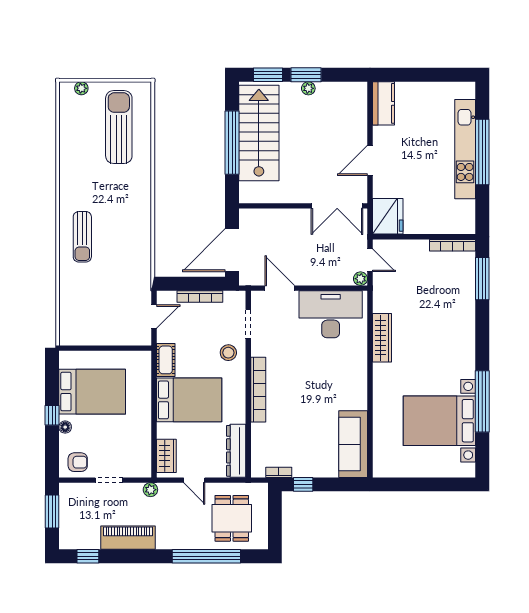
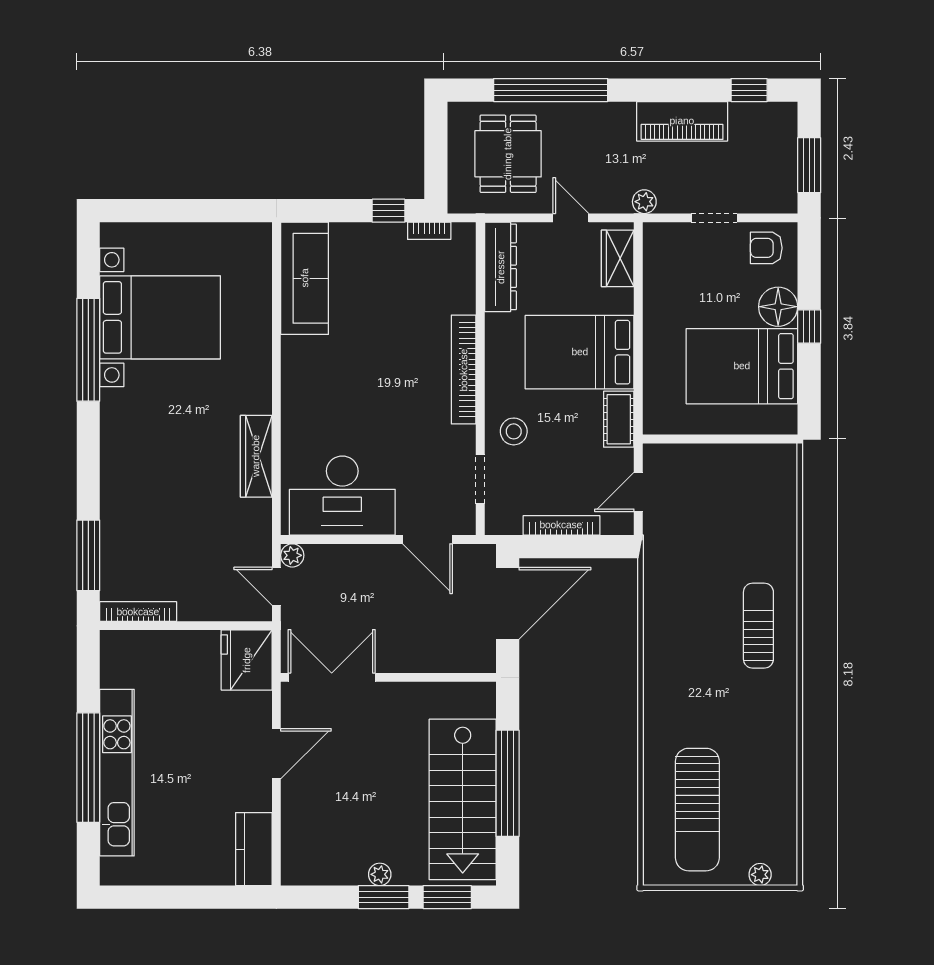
floor lamp: (65, 427) -> (778, 307), width x1.89, depth x1.89

